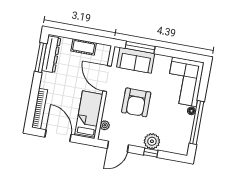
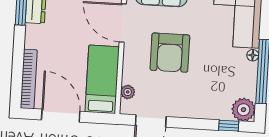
plant: (152, 141) -> (244, 110), moved
window: (151, 153) -> (229, 126), moved

